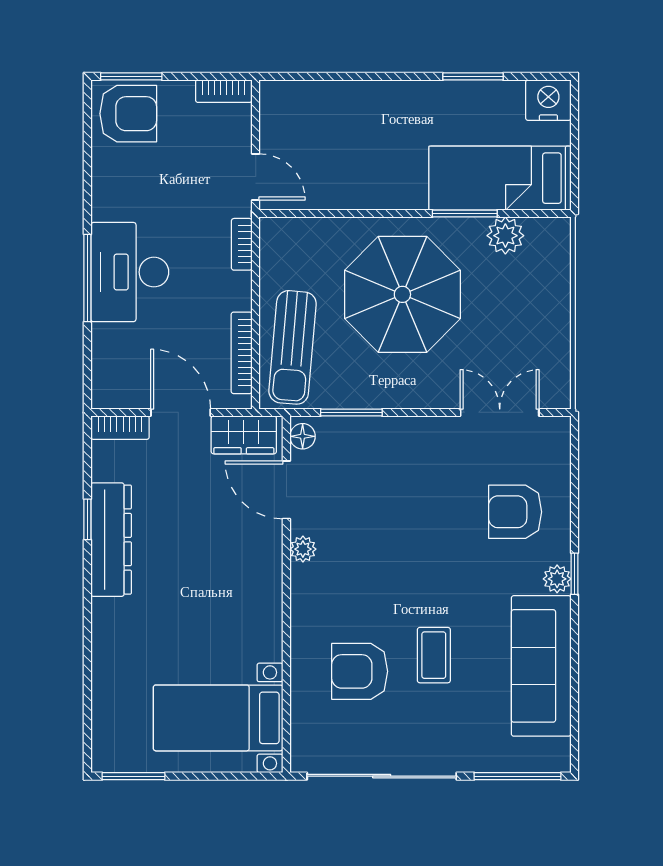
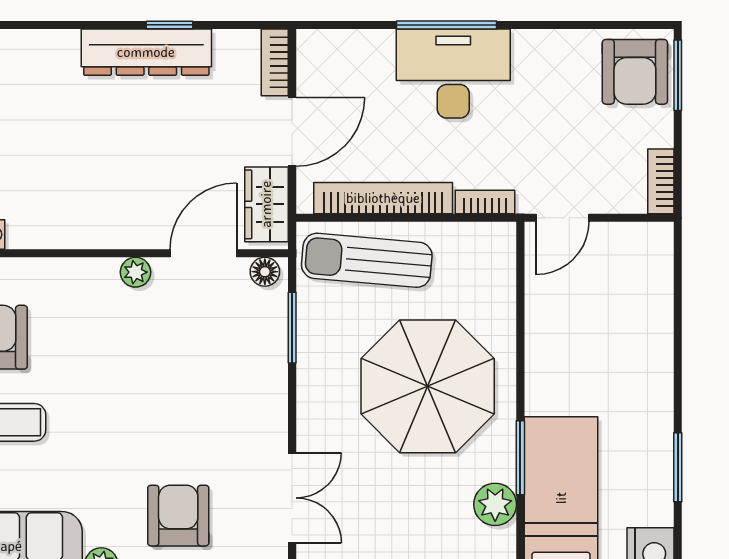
bookcase: (242, 353) -> (383, 198), width x1.48, depth x1.31

